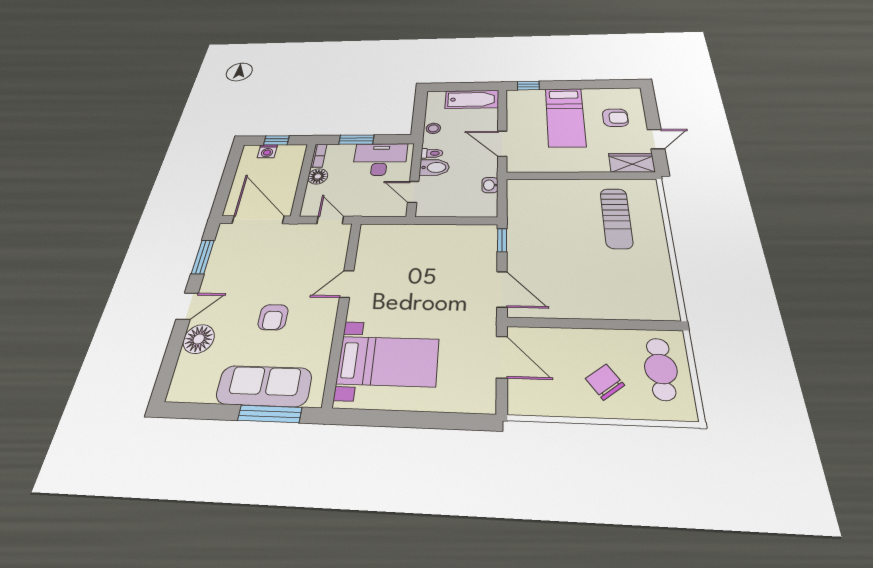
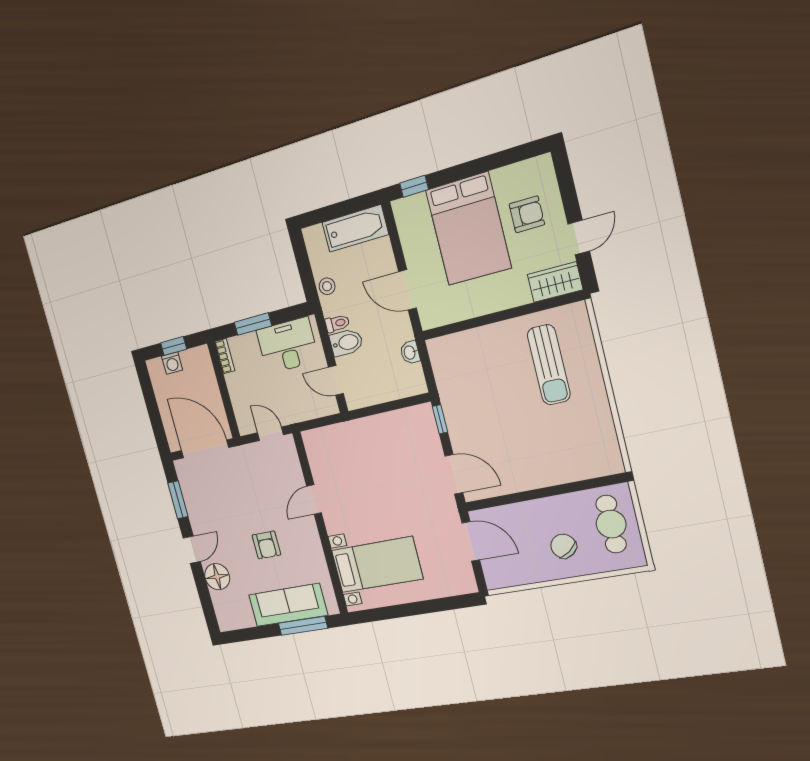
bed: (565, 117) -> (468, 229), width x1.50
floor lamp: (318, 176) -> (236, 383), removed

